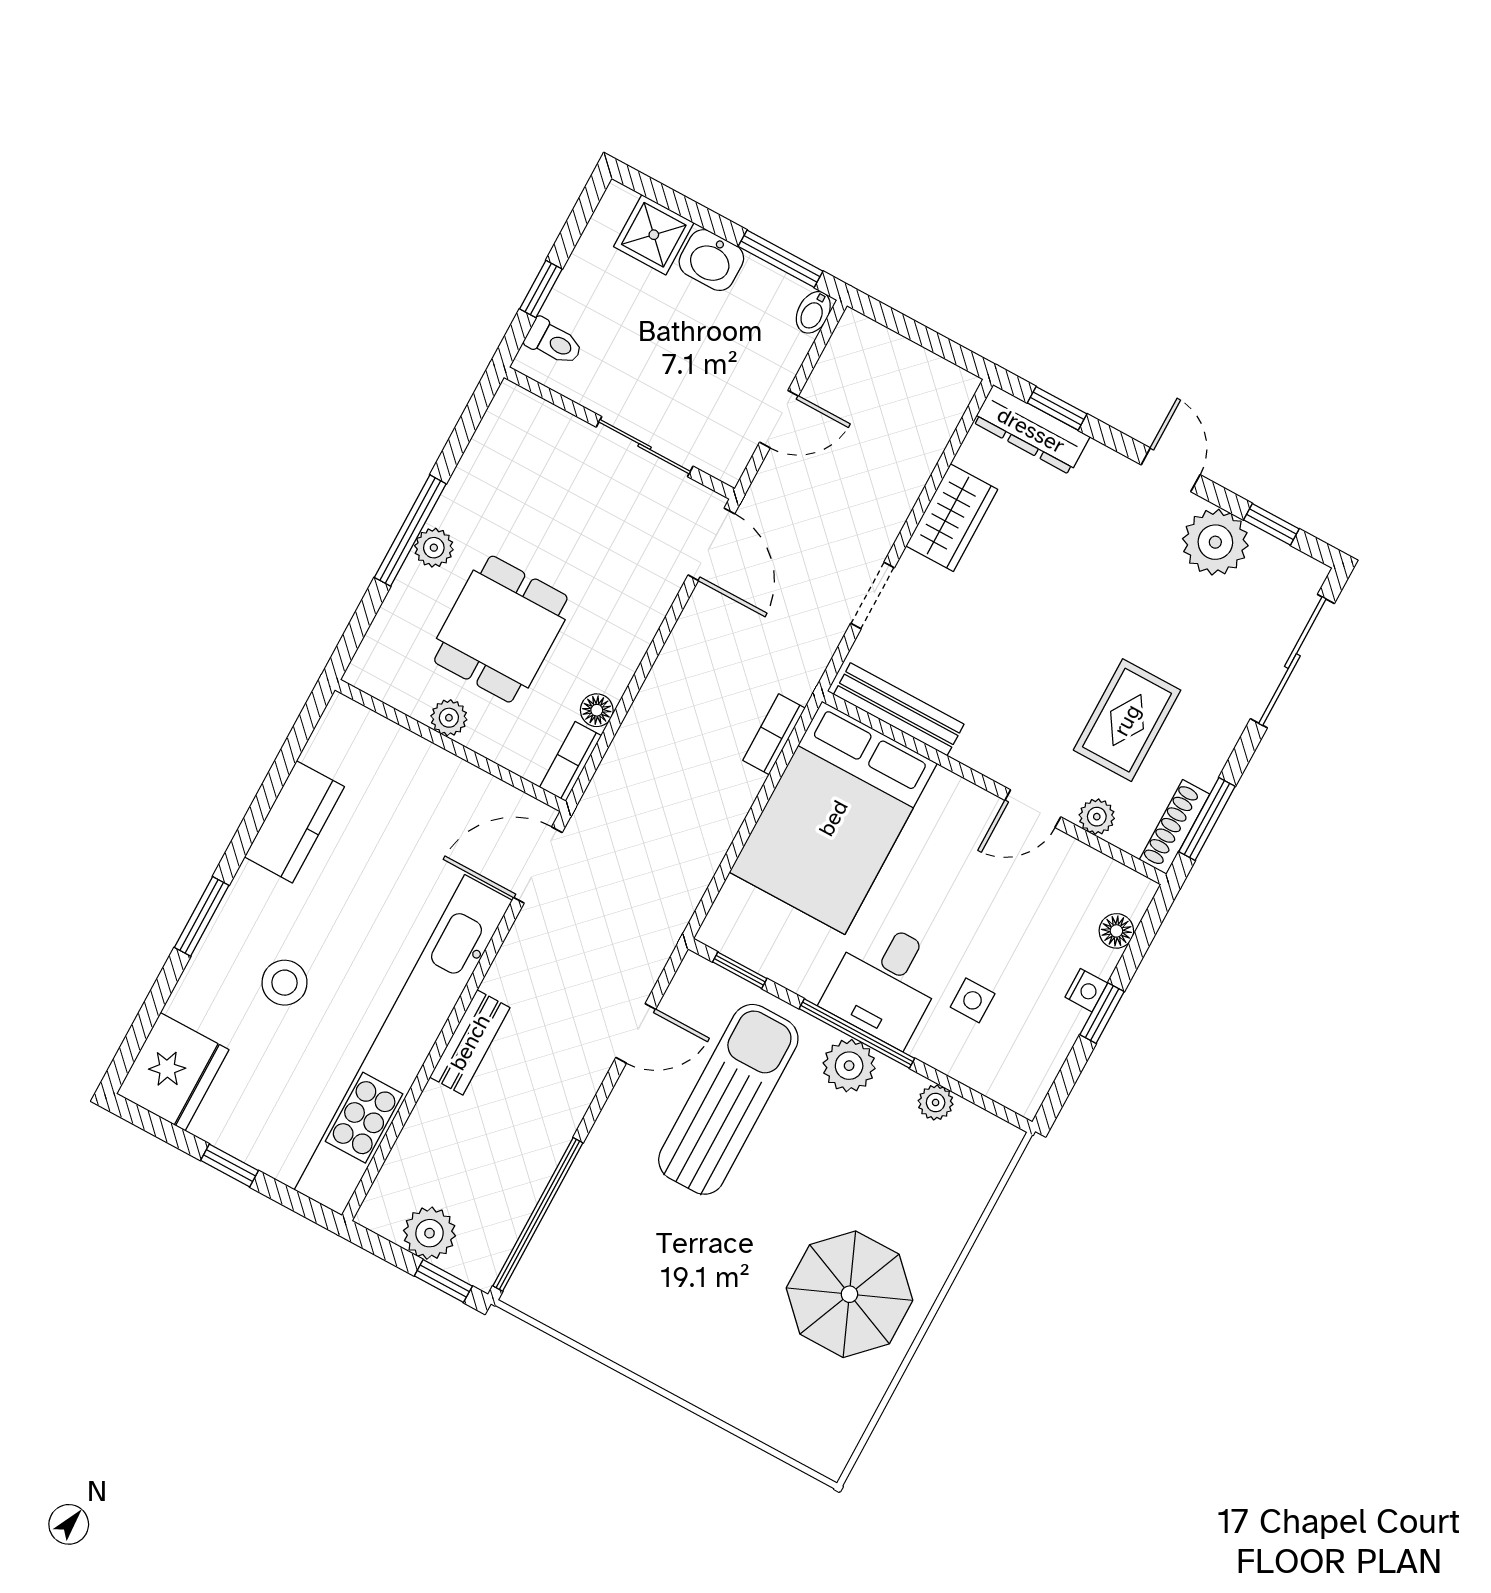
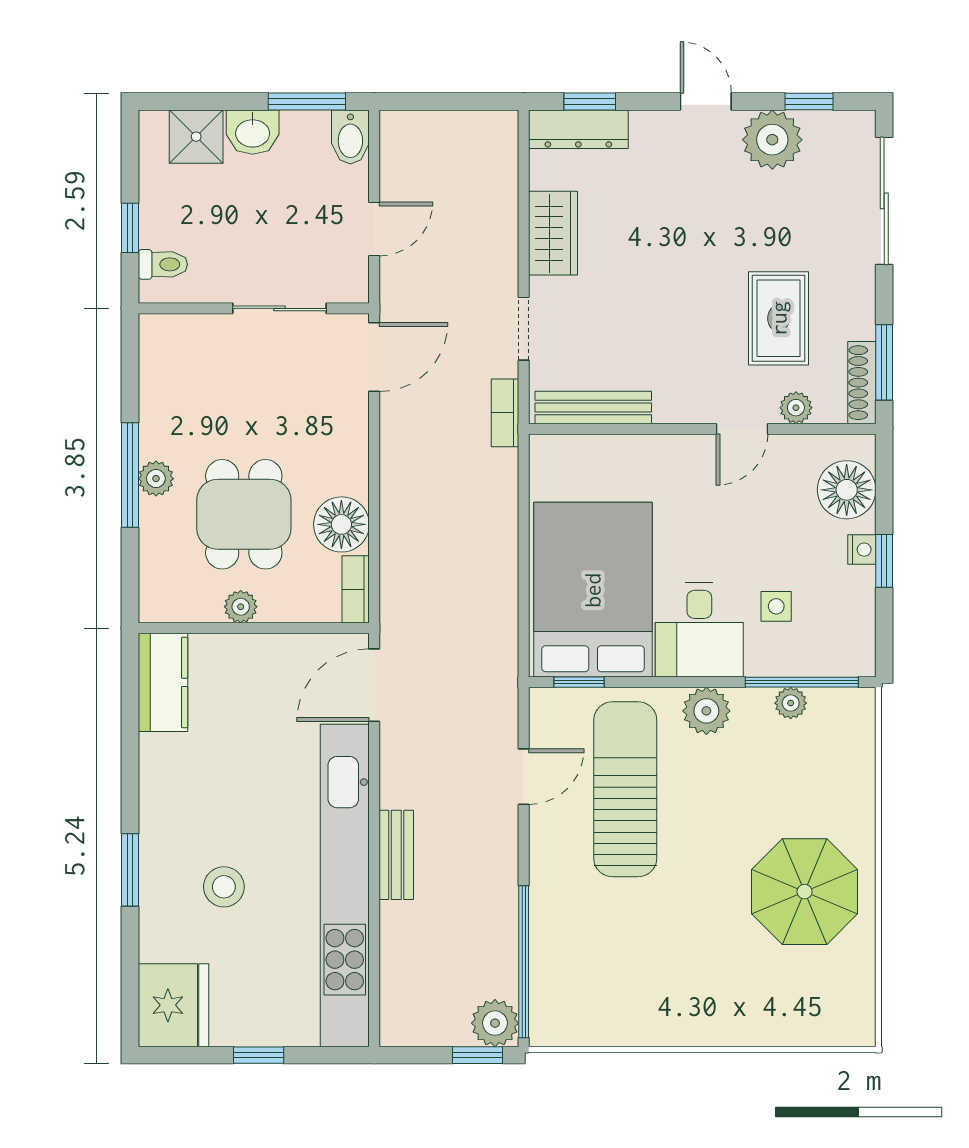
bidet: (813, 312) -> (350, 137), width x1.38, depth x1.36
door: (711, 544) -> (374, 357), hinge flipped
floor lamp: (597, 710) -> (341, 524), width x1.89, depth x1.89
bookcase: (774, 734) -> (505, 413), moved
bed: (833, 818) -> (593, 590), moved, turned 180
kitchen counter: (294, 822) -> (163, 682), moved
floor lamp: (1116, 931) -> (847, 490), width x1.89, depth x1.89
window: (857, 1034) -> (802, 682), moved
plant: (430, 1233) -> (495, 1023), moved

